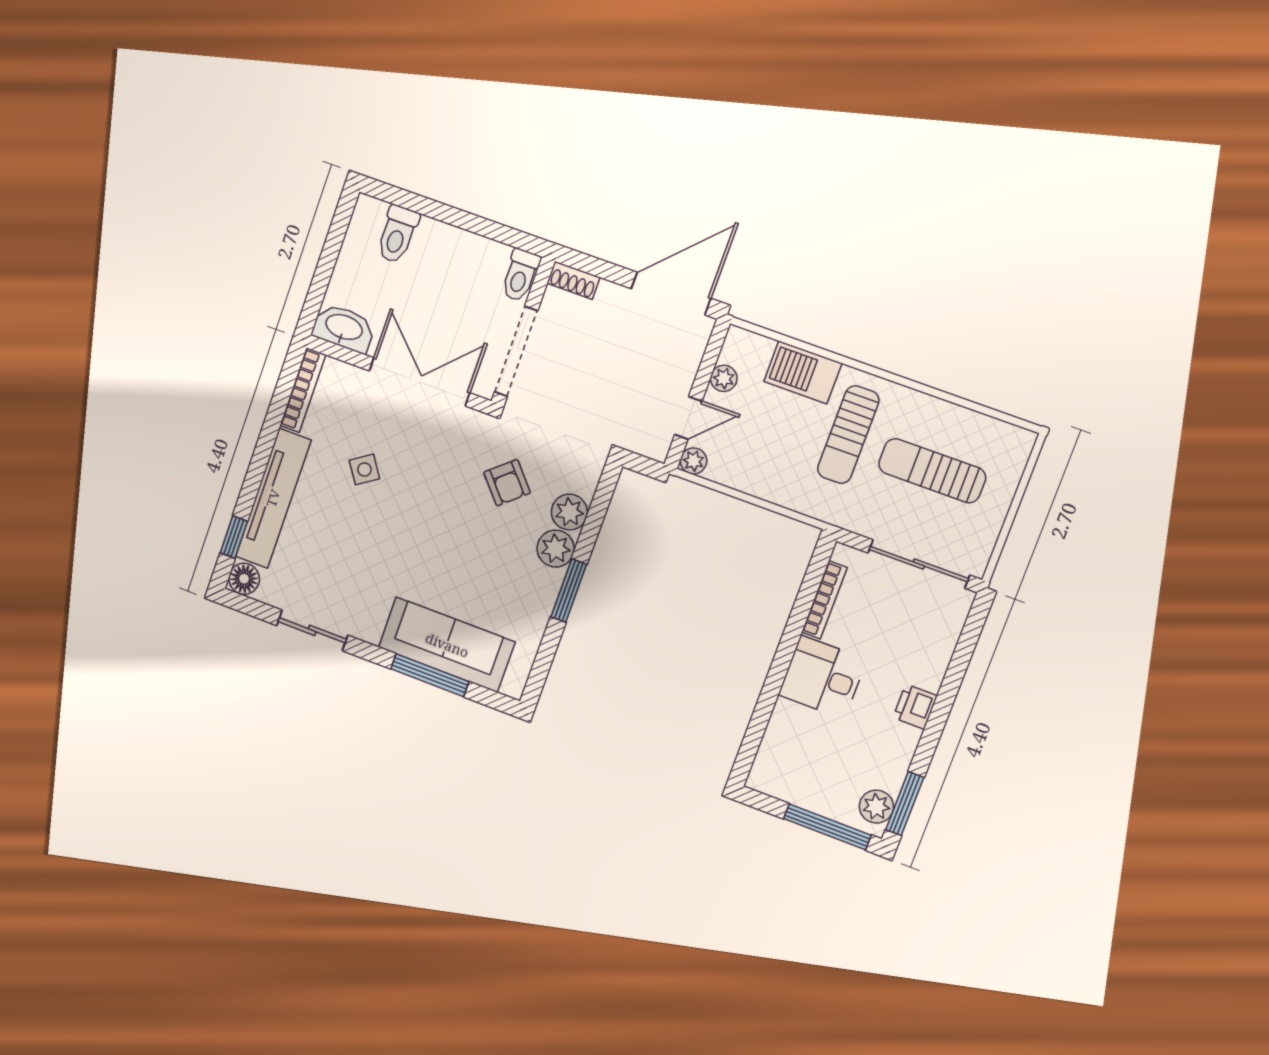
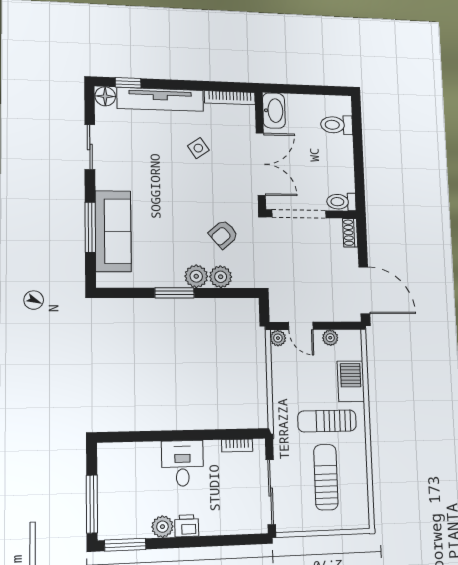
bookcase: (824, 600) -> (237, 446), width x0.64
plant: (876, 807) -> (162, 527), moved

